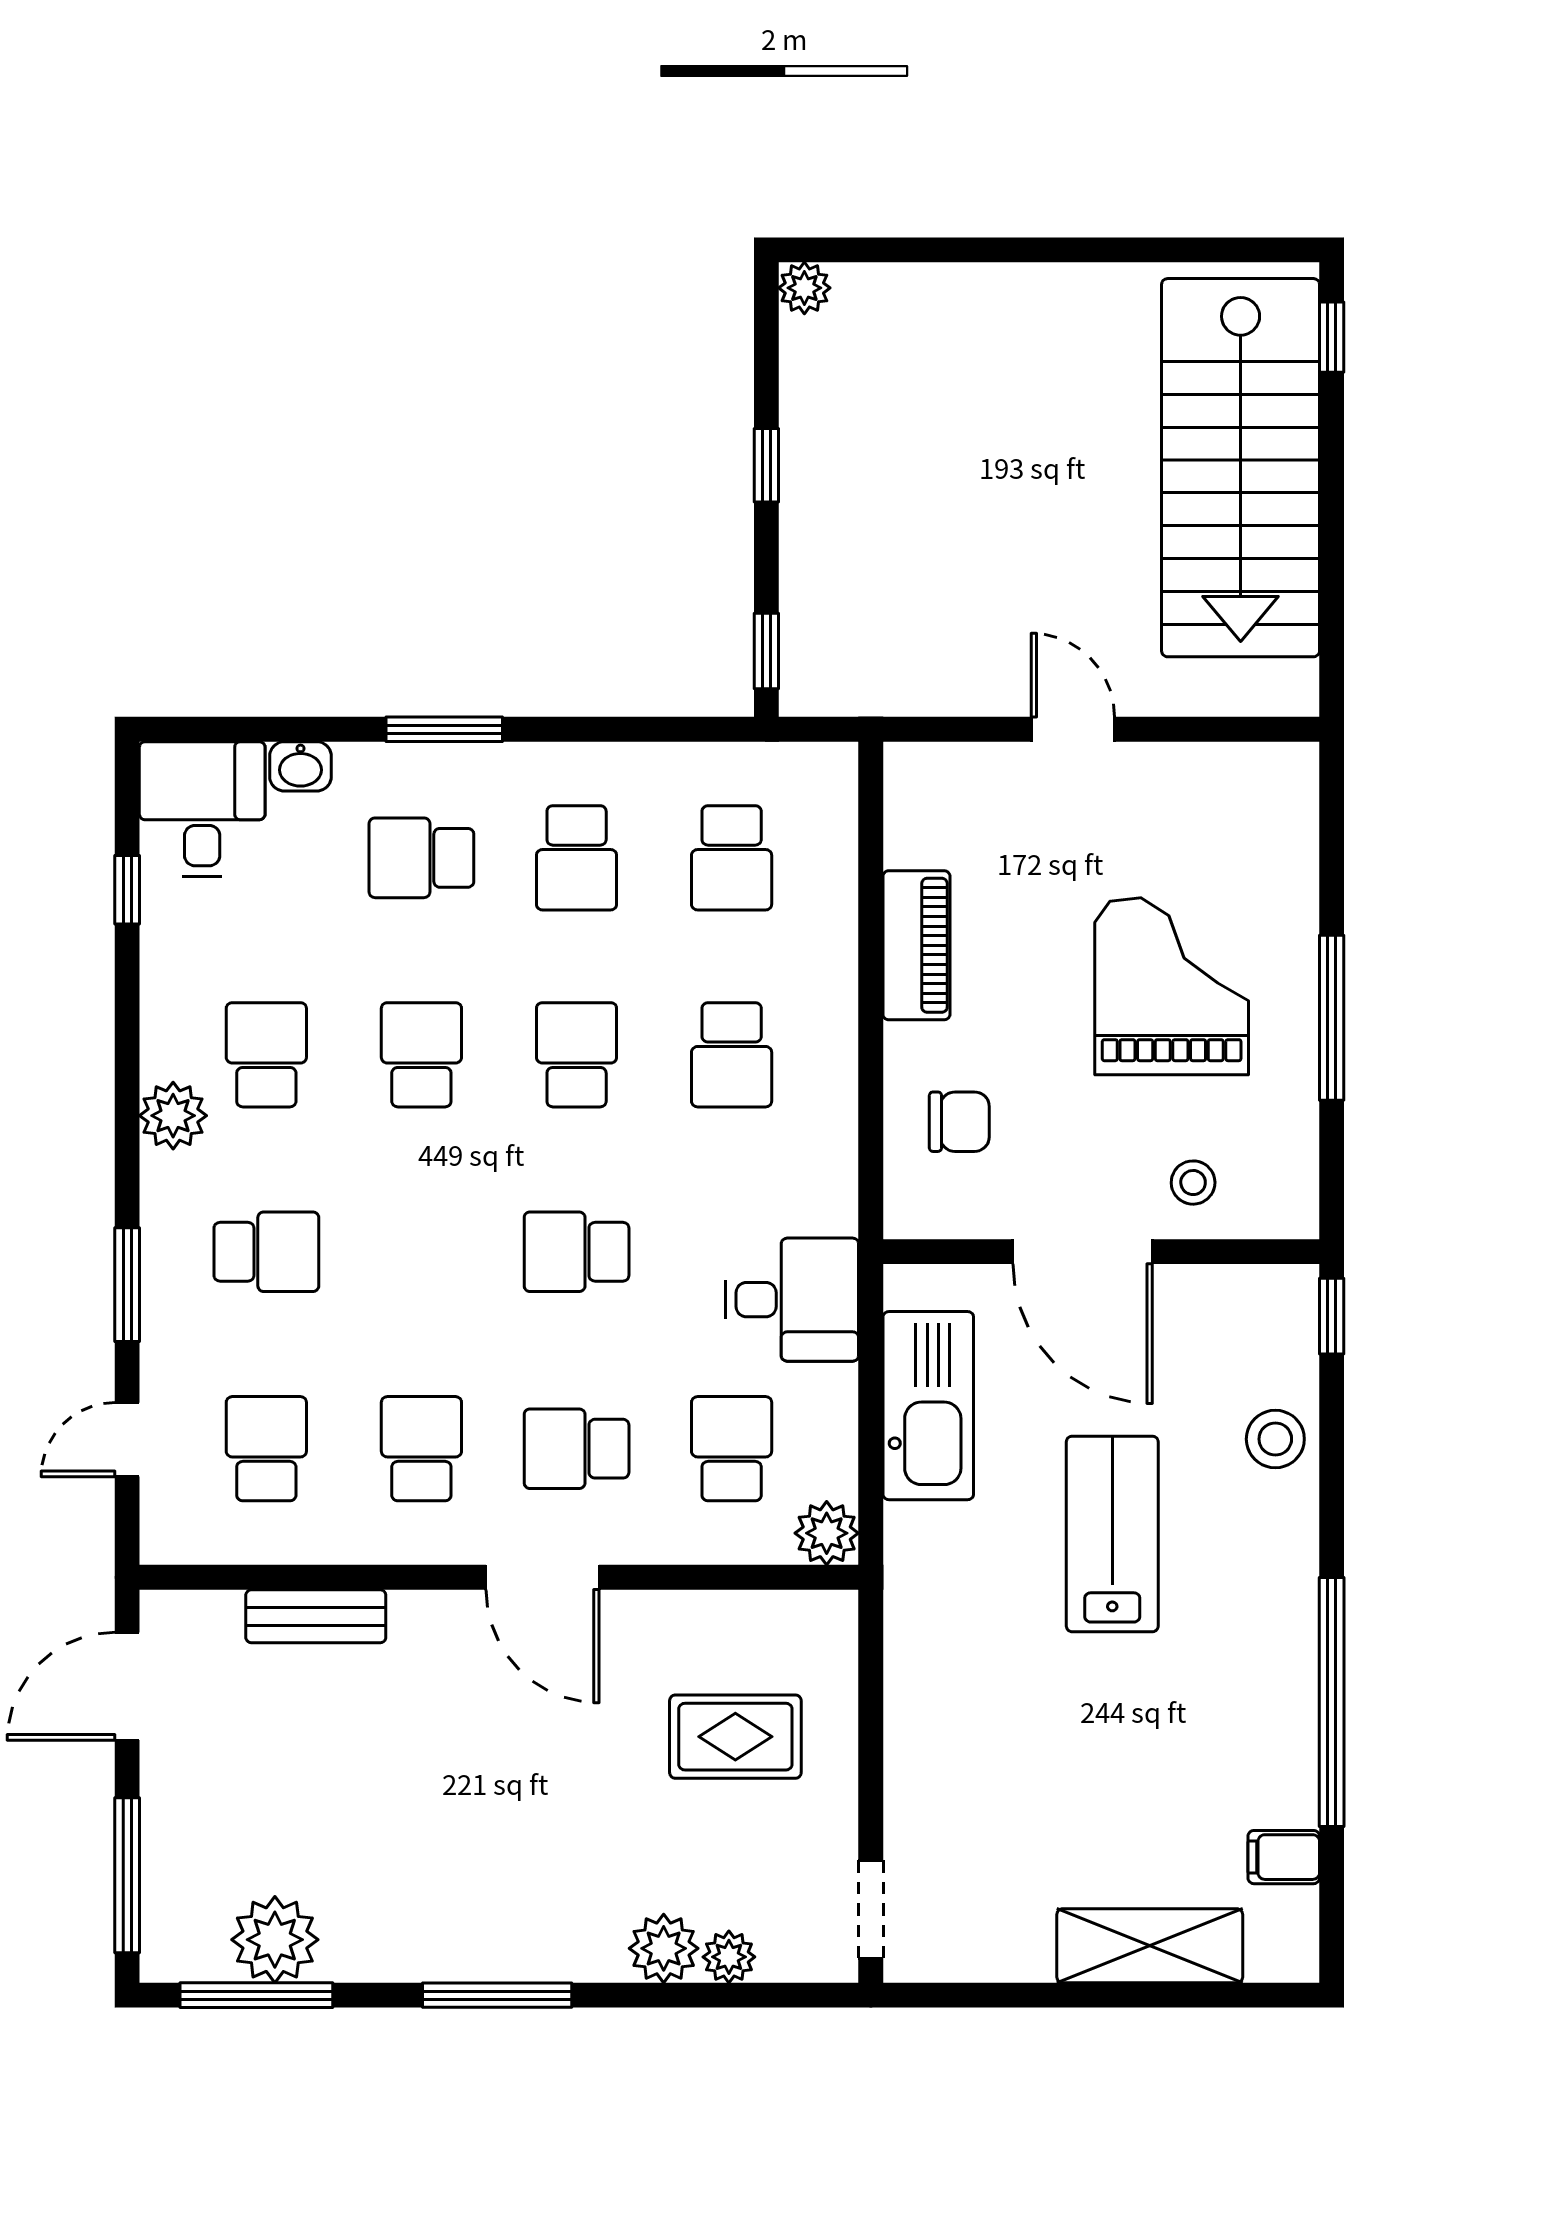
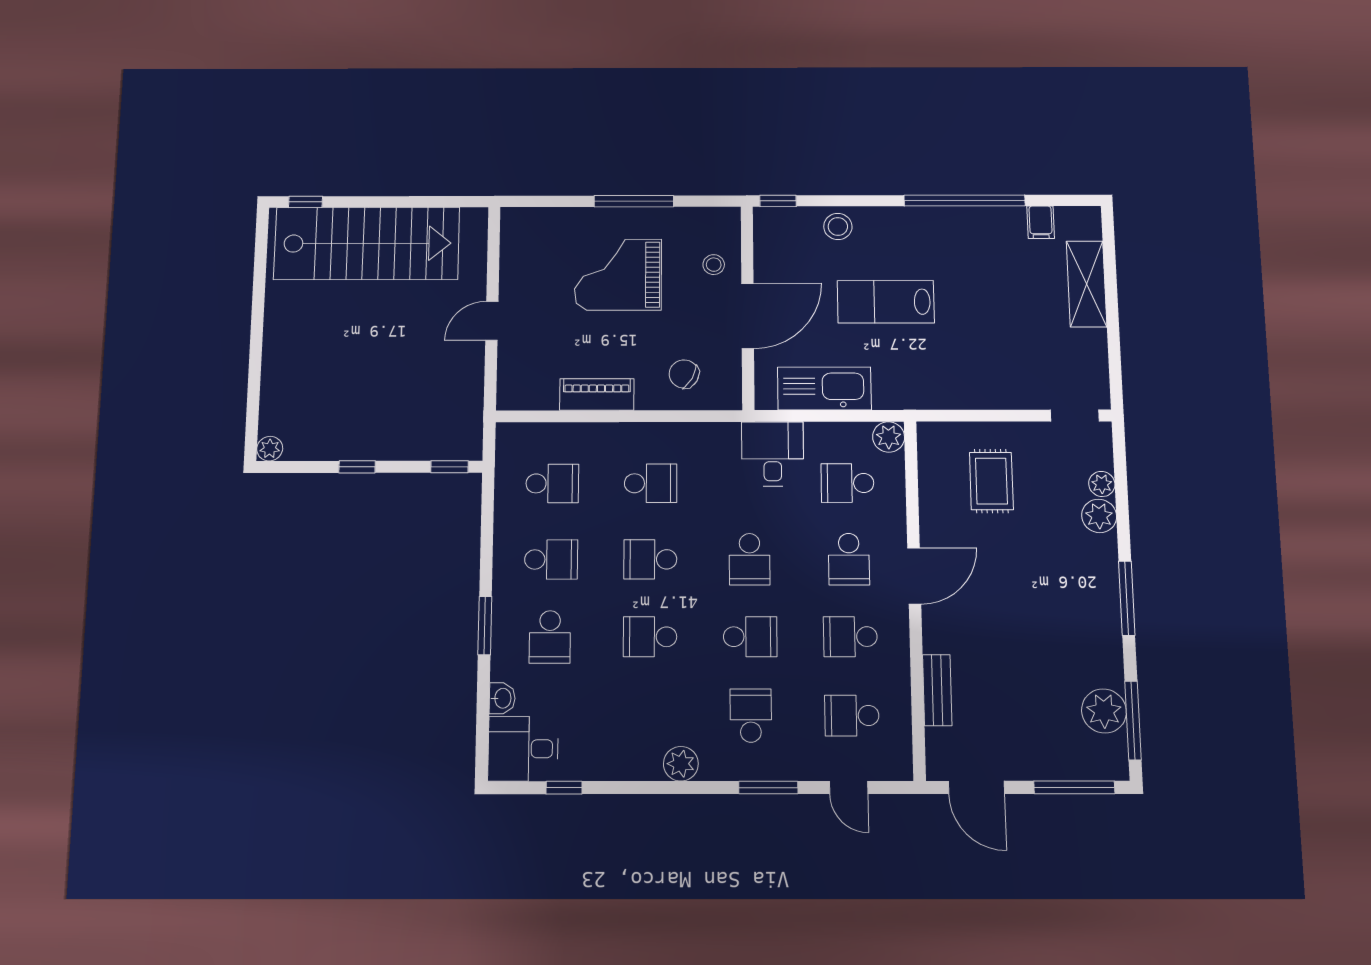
school desk: (266, 1055) -> (750, 637), moved, turned 180
chair: (959, 1122) -> (684, 374), turned -61

